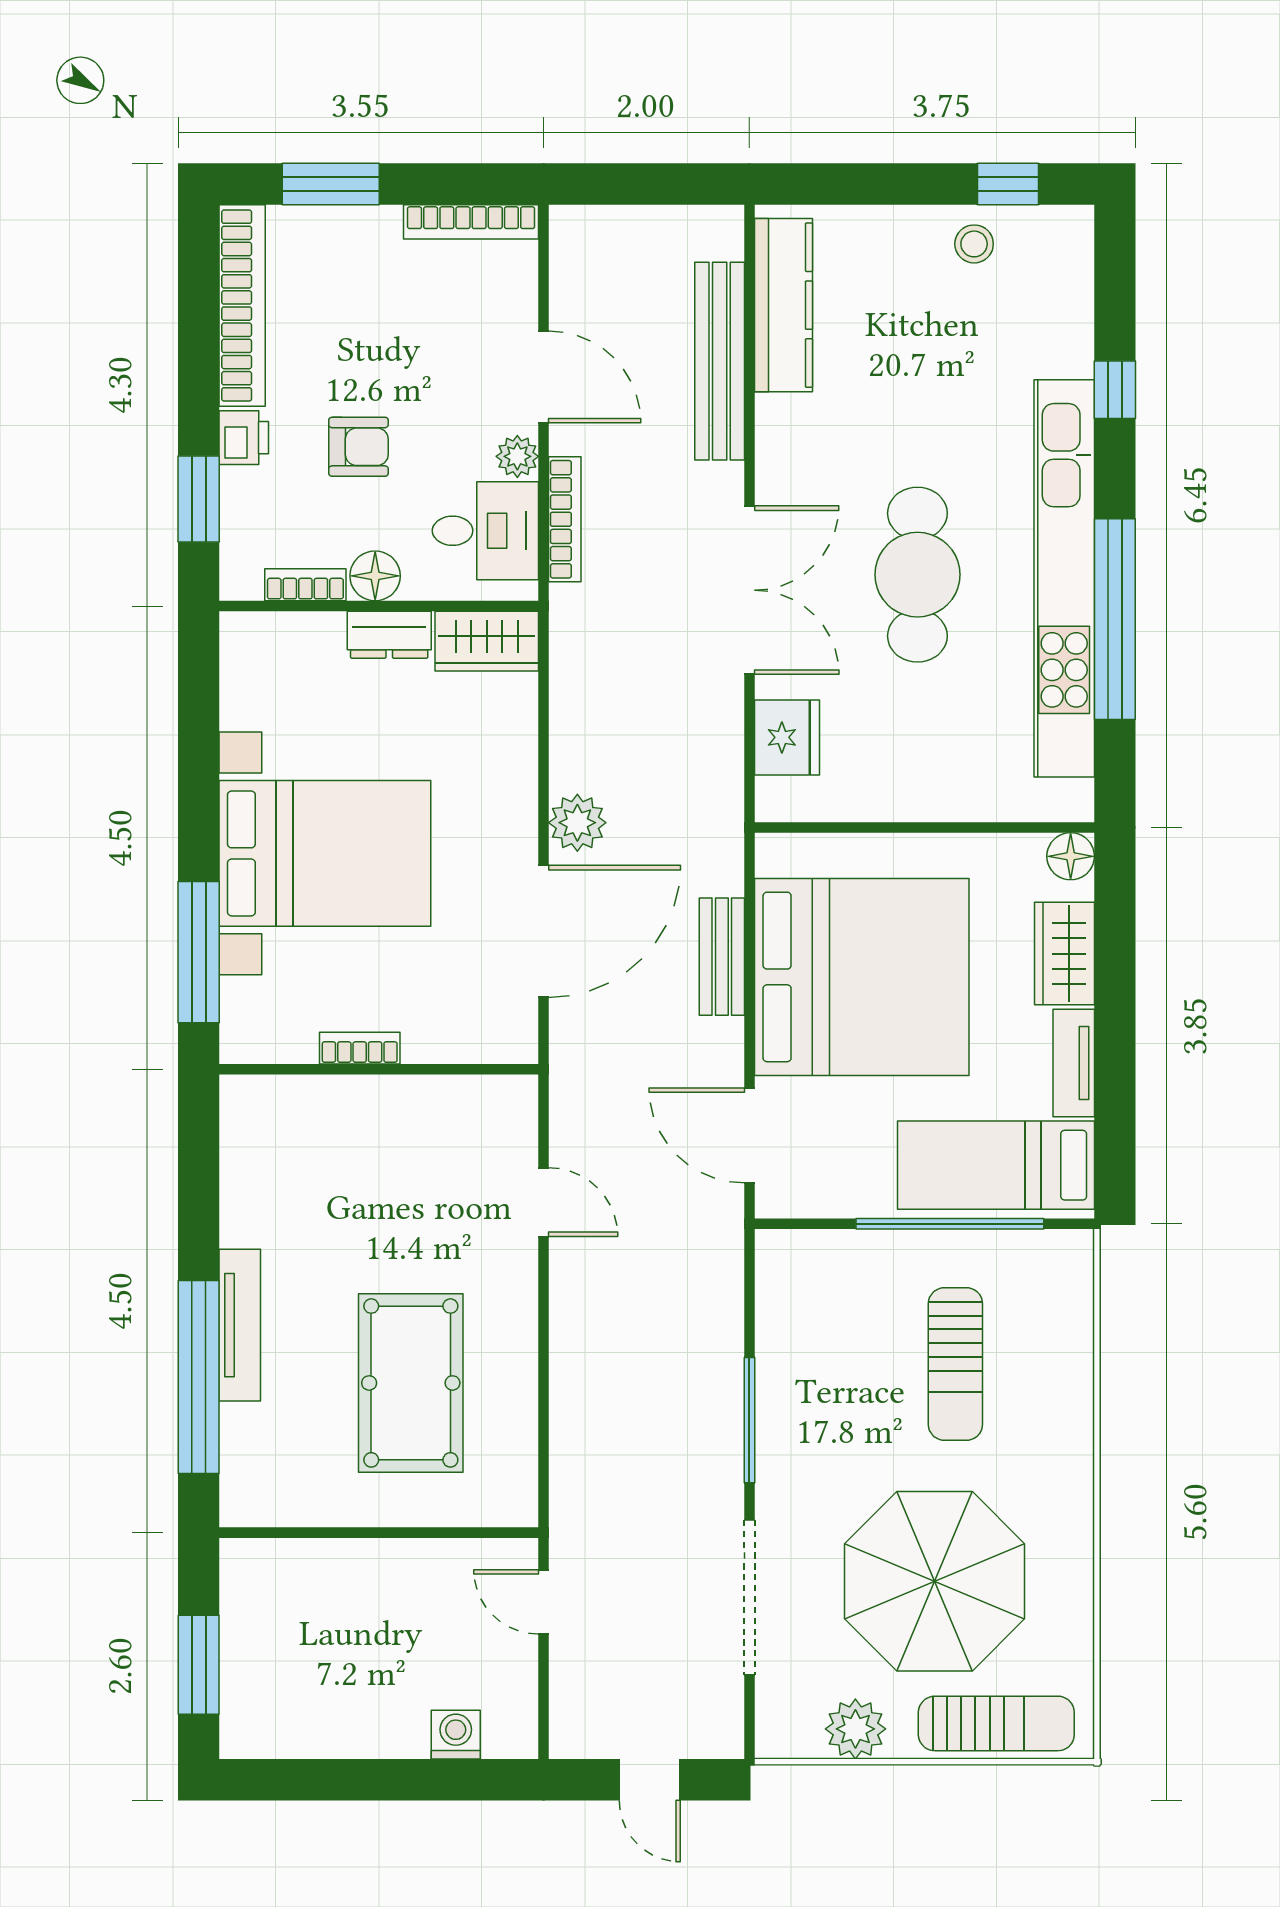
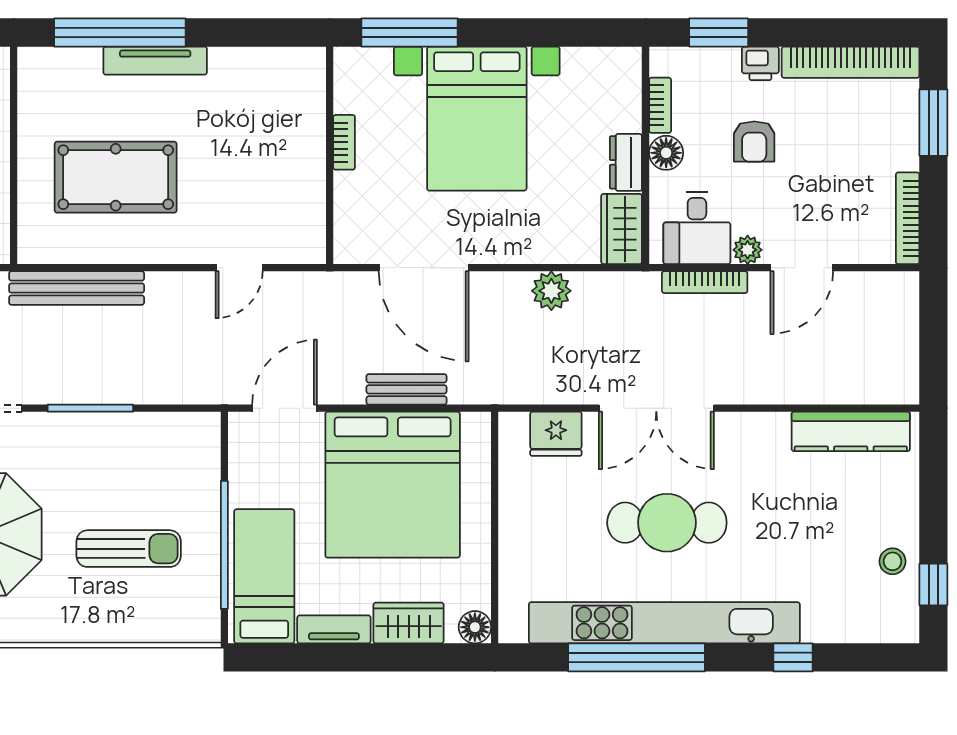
bench: (720, 361) -> (77, 288), moved
plant: (577, 823) -> (551, 291), moved
sun lounger: (955, 1364) -> (129, 549), turned 180

